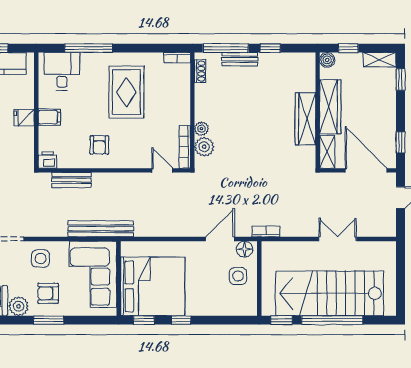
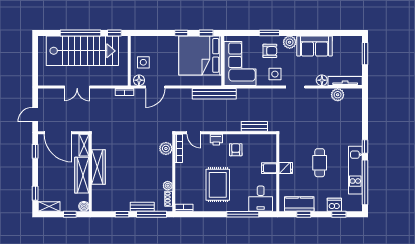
plant: (201, 129) -> (168, 186), moved
printer: (47, 160) -> (216, 140), moved
bench: (101, 229) -> (214, 94), moved

